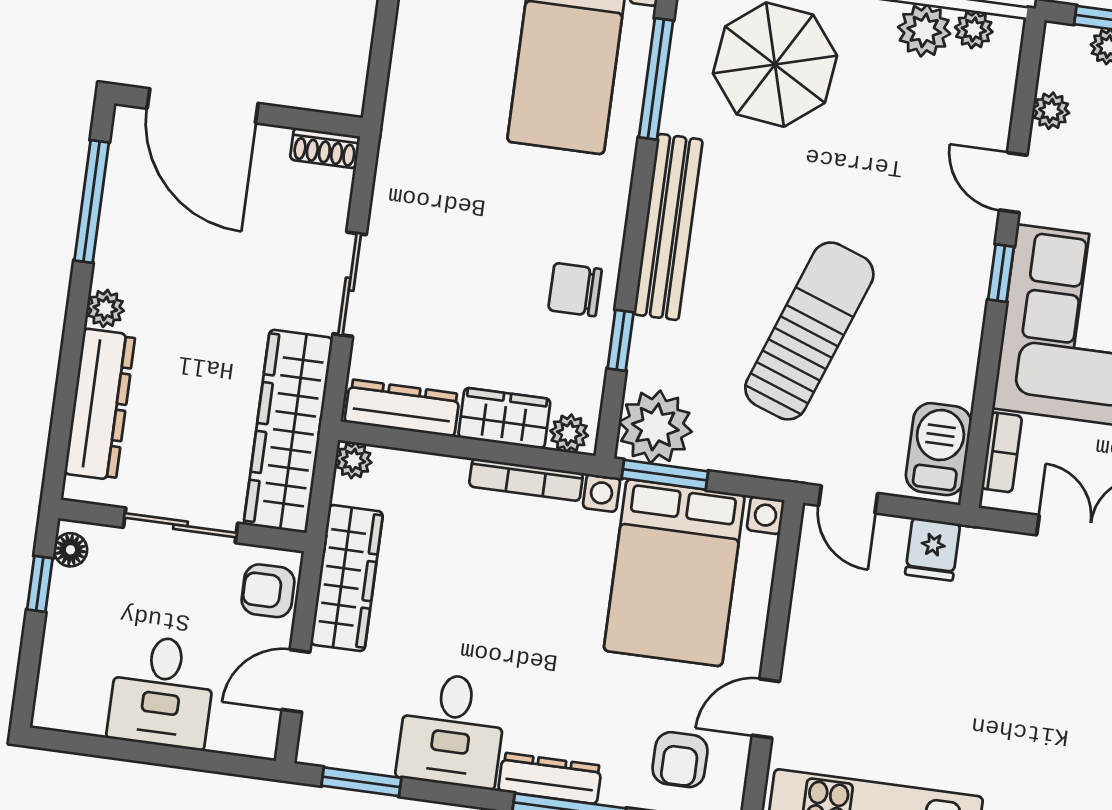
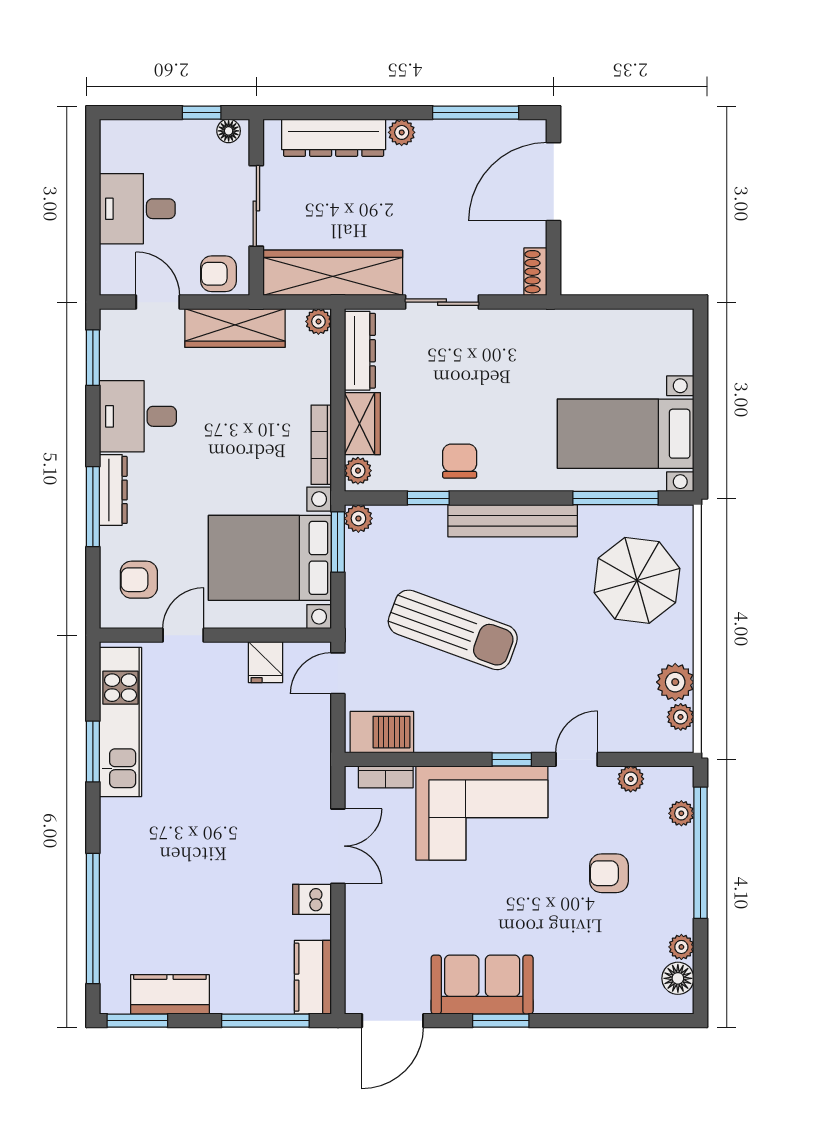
plant: (655, 427) -> (358, 518), width x0.53, depth x0.53
fridge: (933, 549) -> (265, 662), moved, turned -90
armchair: (268, 591) -> (219, 274), turned -90
door: (766, 708) -> (183, 635), hinge flipped

